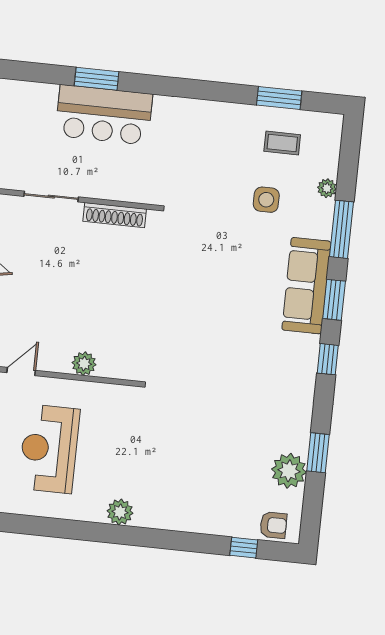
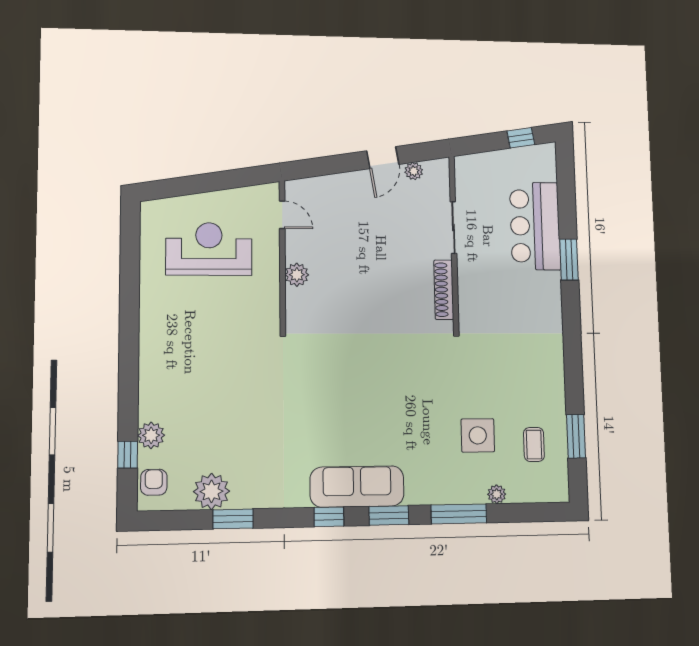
bar counter: (104, 115) -> (535, 226), moved
side table: (266, 200) -> (478, 435), width x1.37, depth x1.37
sofa: (306, 286) -> (357, 486), moved
plant: (120, 512) -> (151, 435), moved
armchair: (273, 525) -> (154, 482), turned 180

